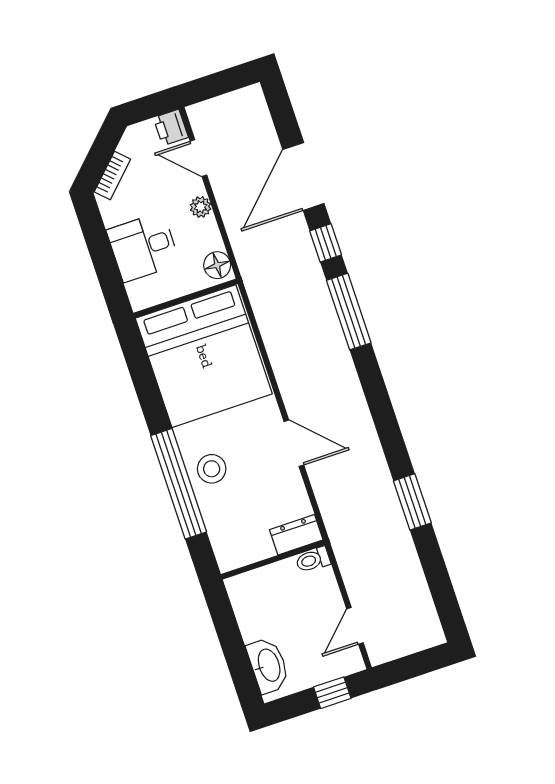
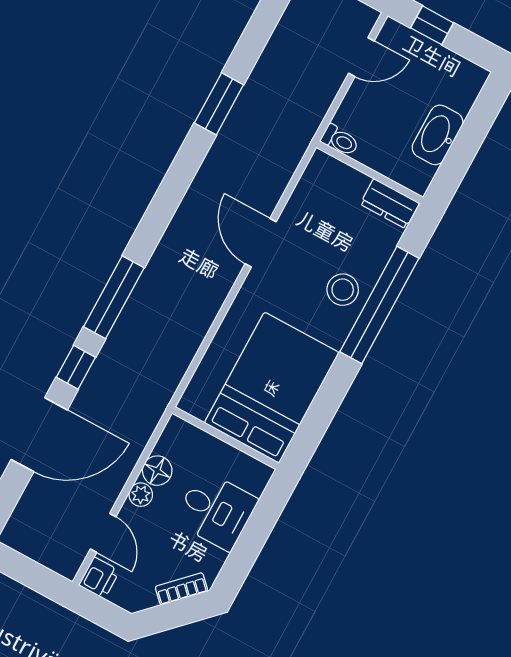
floor lamp: (217, 265) -> (157, 471), moved
bed: (204, 356) -> (272, 388), width x0.73
dresser: (296, 535) -> (390, 204), moved
washbasin: (268, 665) -> (438, 135), moved

